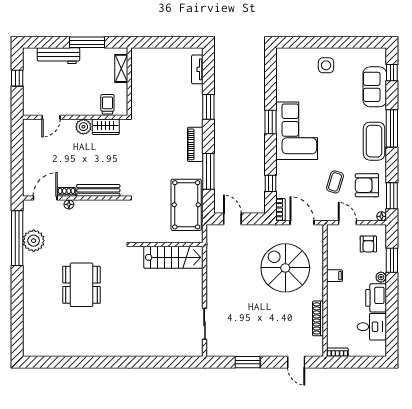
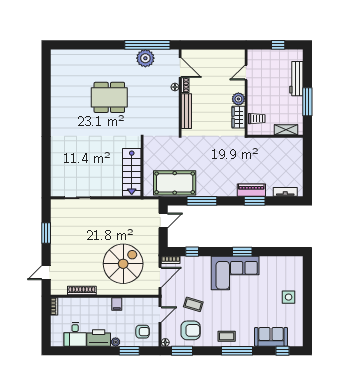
door: (51, 117) -> (246, 72), hinge flipped
coffee table: (374, 141) -> (227, 336), width x0.54, depth x0.58
piano: (195, 144) -> (251, 190), moved
armchair: (367, 185) -> (191, 330), turned 90
armchair: (368, 244) -> (143, 332), turned 180

